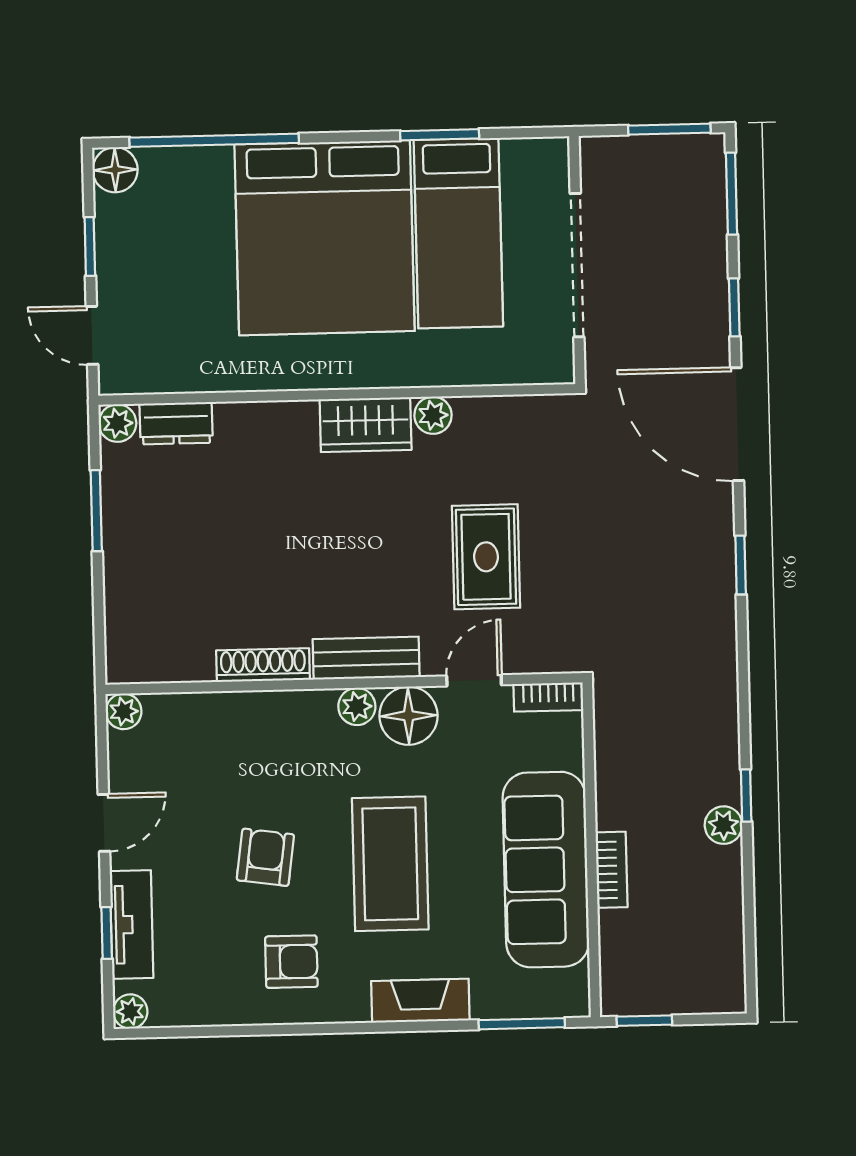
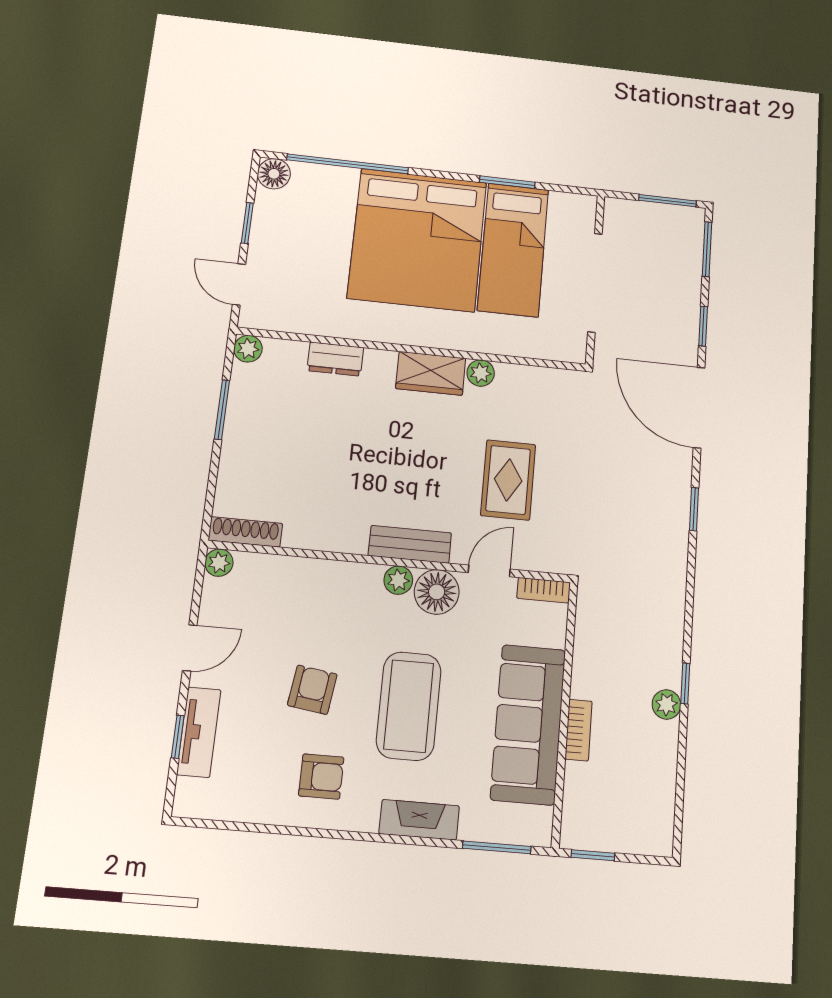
dresser: (176, 423) -> (335, 359), moved
shoe rack: (263, 665) -> (245, 532), moved
plant: (130, 1011) -> (186, 804), removed

